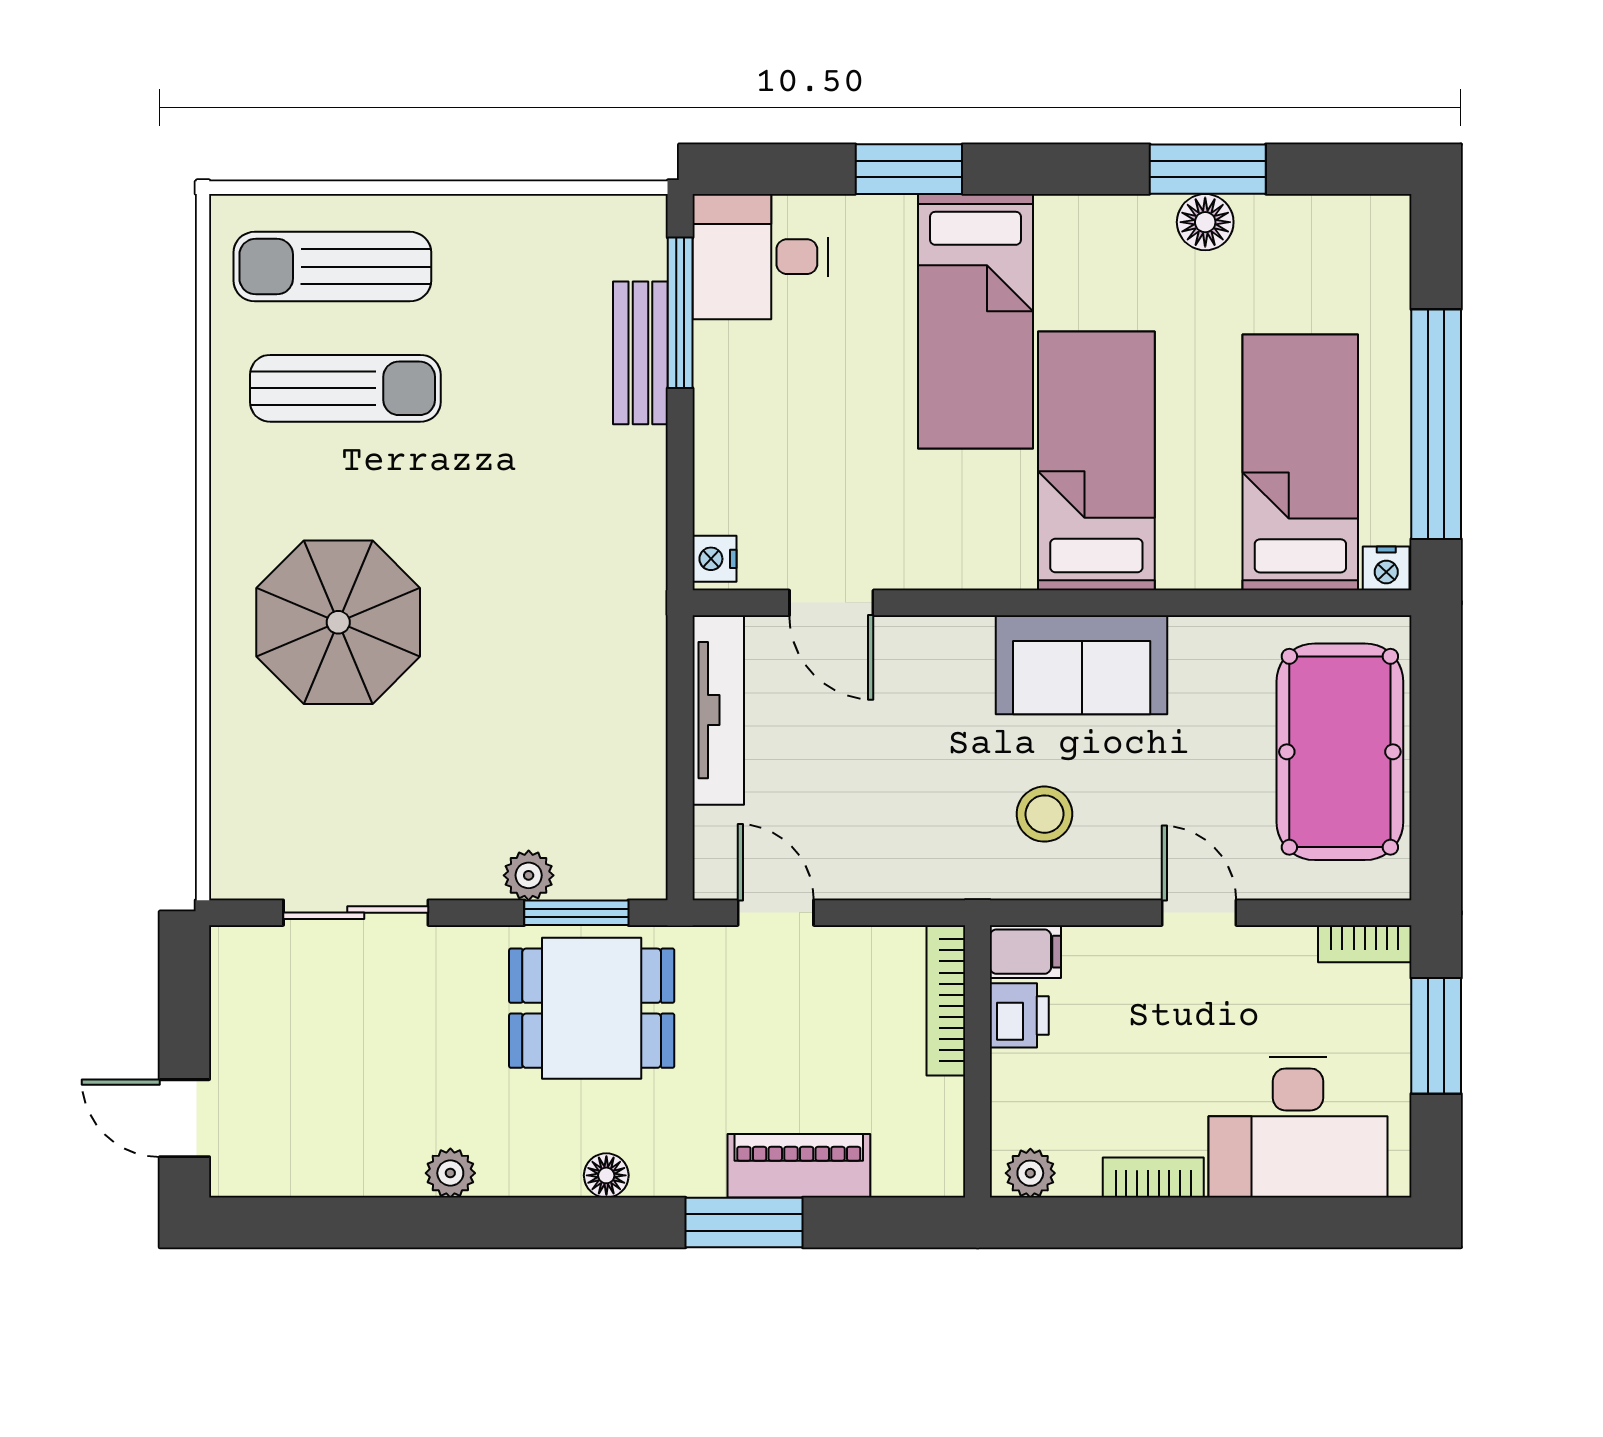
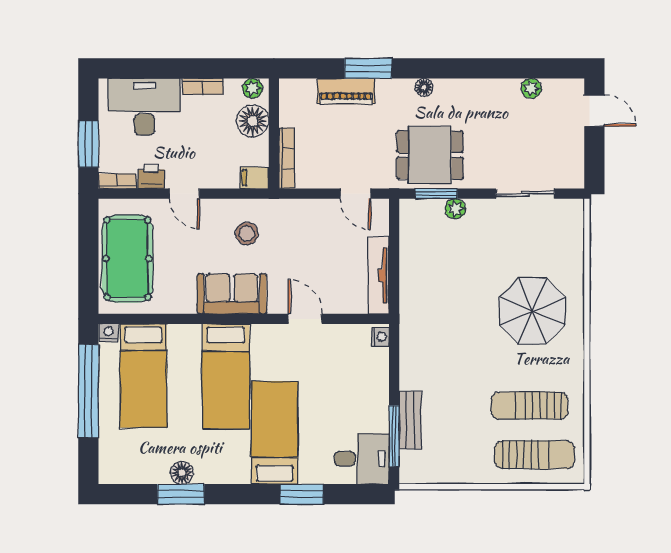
door: (831, 603) -> (305, 319), moved
printer: (1019, 1015) -> (151, 177), moved, turned 90
floor lamp: (1030, 1092) -> (253, 121), added
plant: (450, 1173) -> (531, 88), moved

